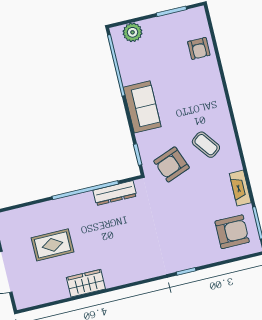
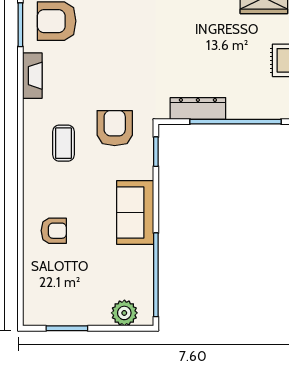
armchair: (199, 48) -> (54, 231), moved, turned 90
coffee table: (206, 145) -> (63, 143), turned 37
armchair: (172, 164) -> (115, 128), turned -69

